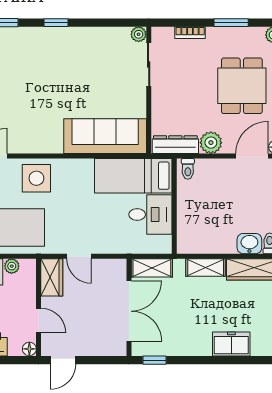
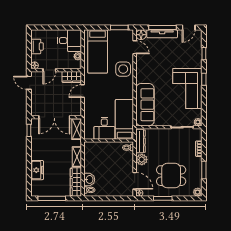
corner sofa: (74, 54) -> (187, 88), added

